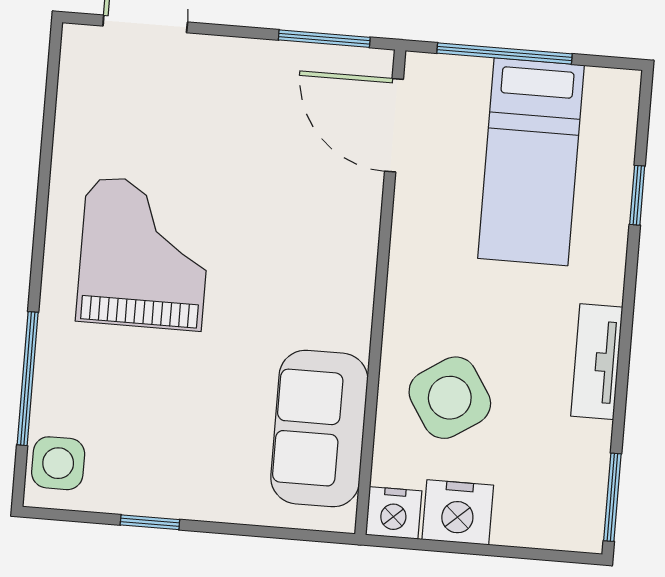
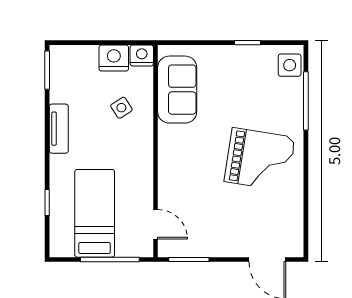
door: (394, 125) -> (155, 224), width x0.73
grand piano: (144, 254) -> (260, 159), turned -81
side table: (450, 398) -> (121, 108), width x0.54, depth x0.54

